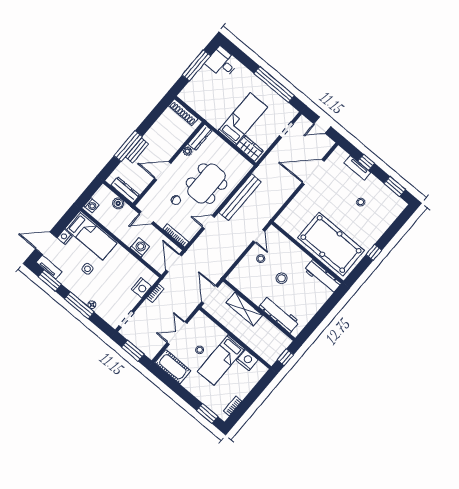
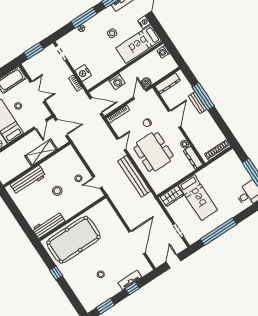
boiler: (118, 203) -> (146, 82), moved
door: (213, 319) -> (40, 124), added

